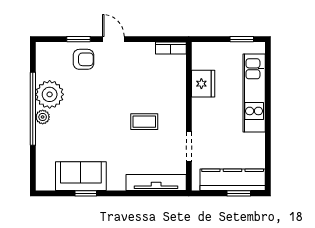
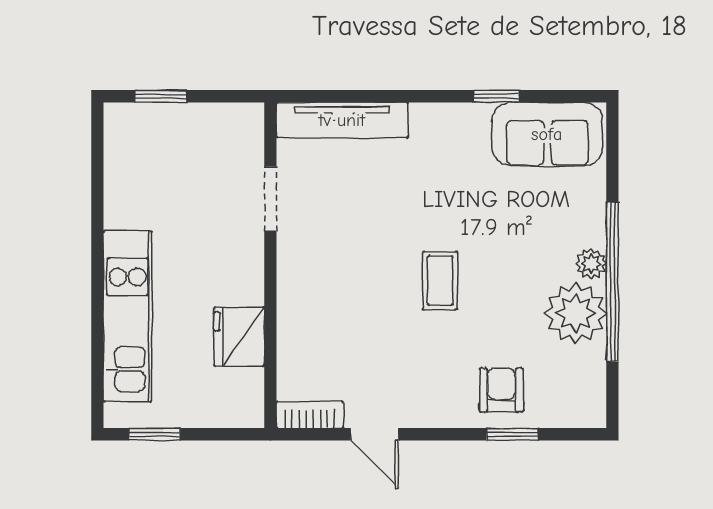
door: (113, 39) -> (375, 434), moved
armchair: (83, 59) -> (501, 390), turned 90
coffee table: (144, 122) -> (440, 280), moved, turned 90
sofa: (81, 176) -> (547, 134), moved
kitchen counter: (233, 180) -> (175, 126), removed

